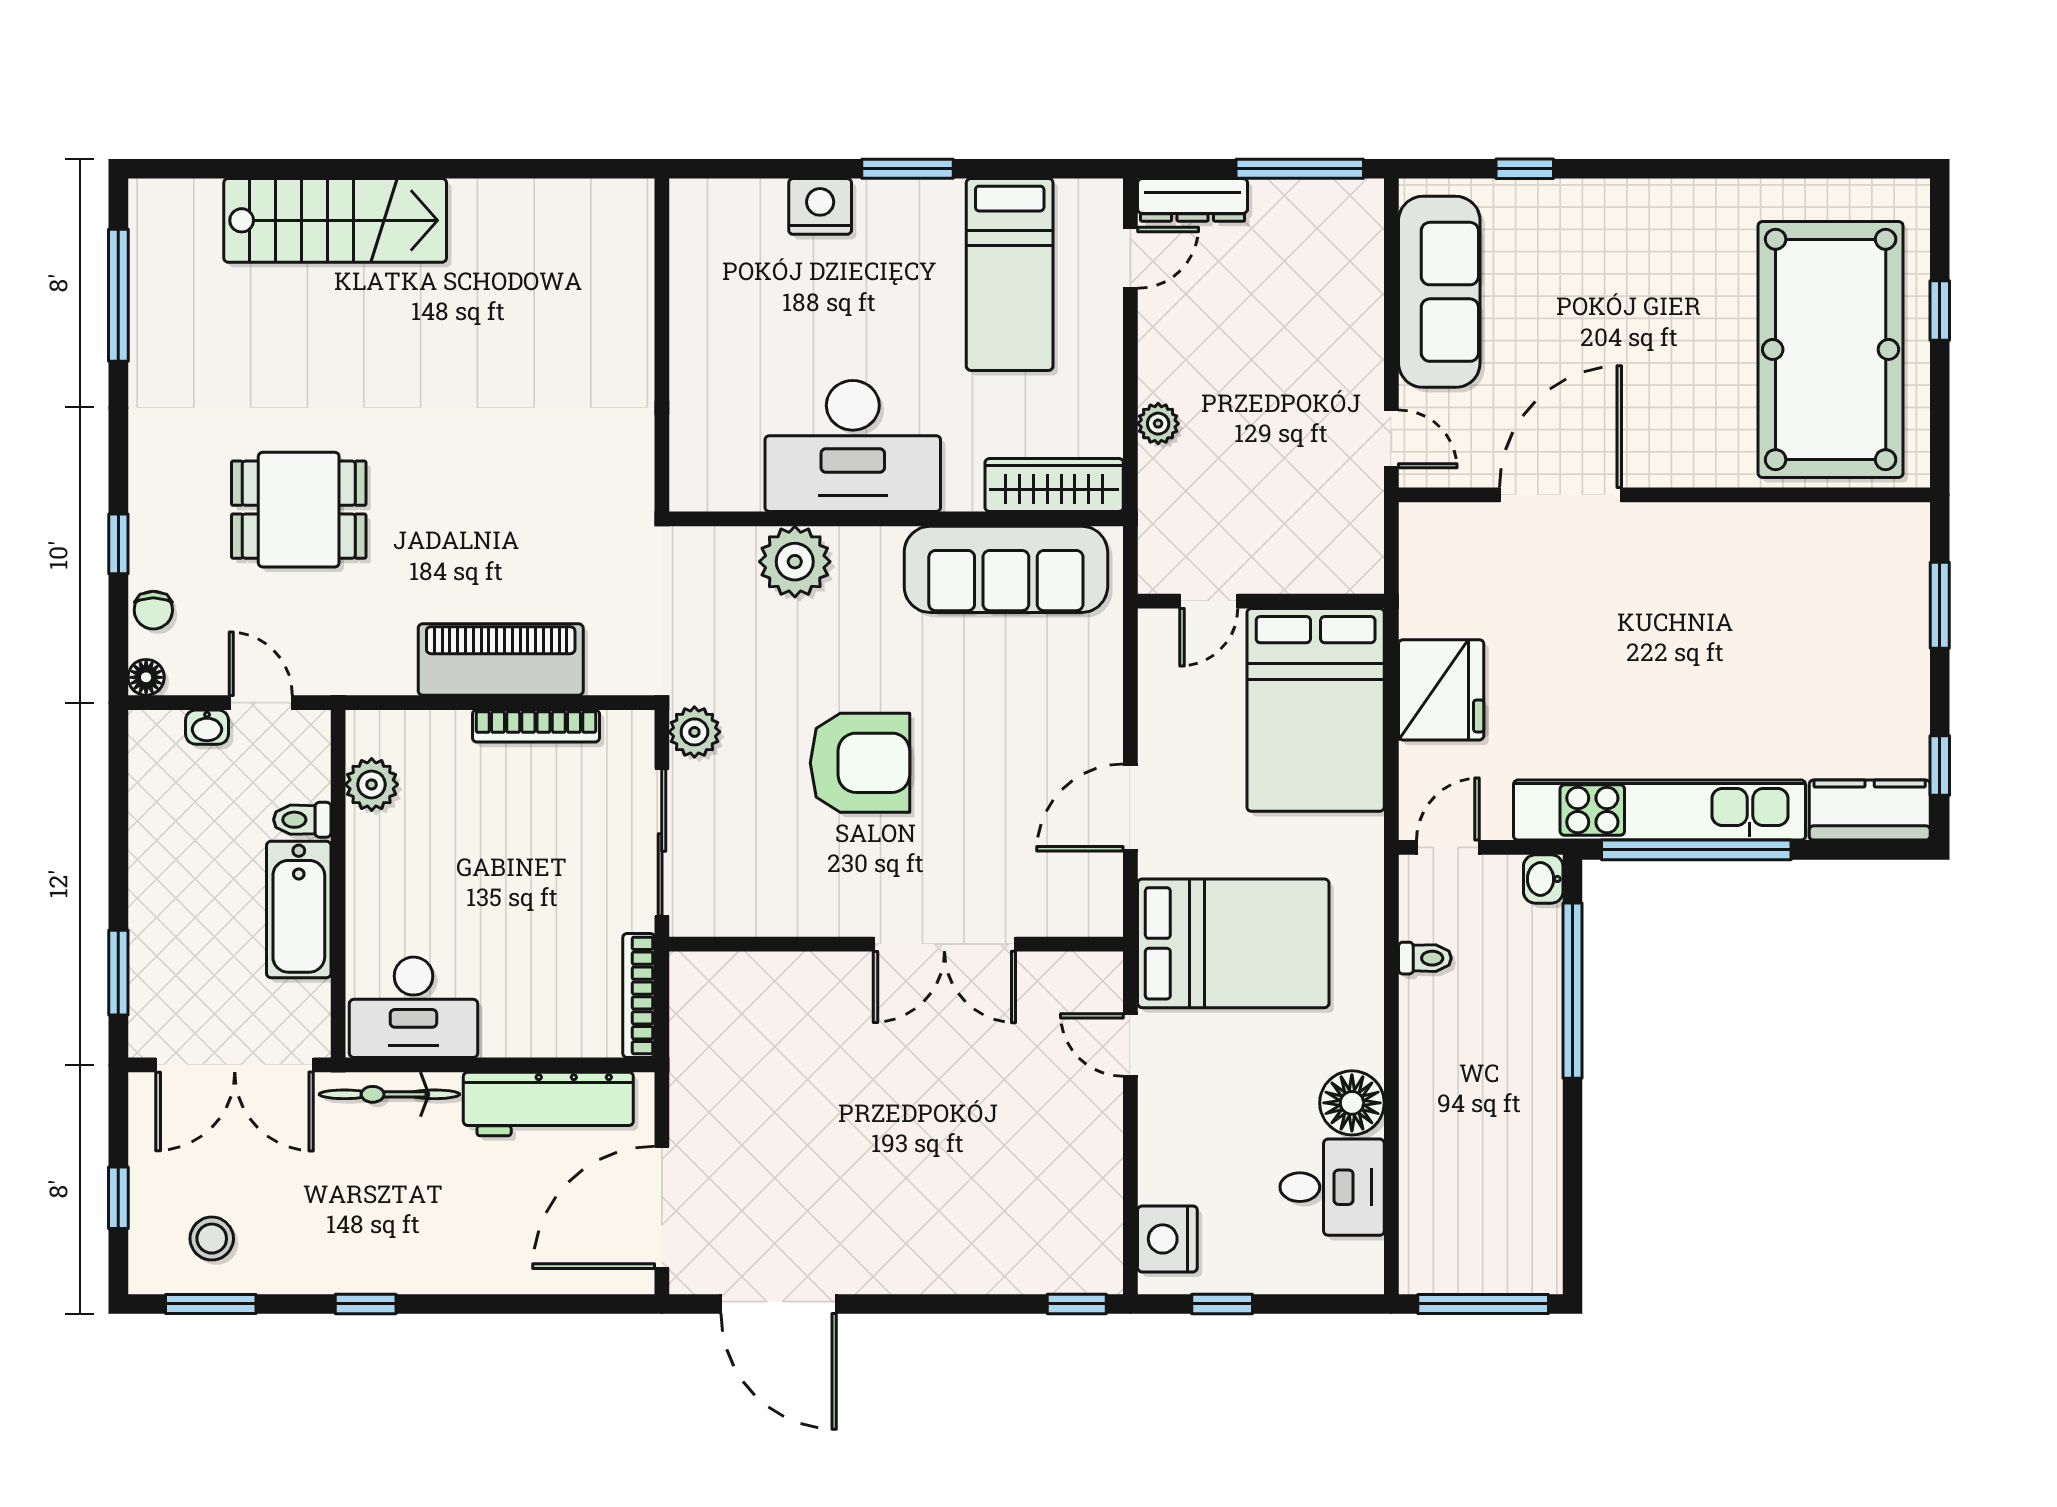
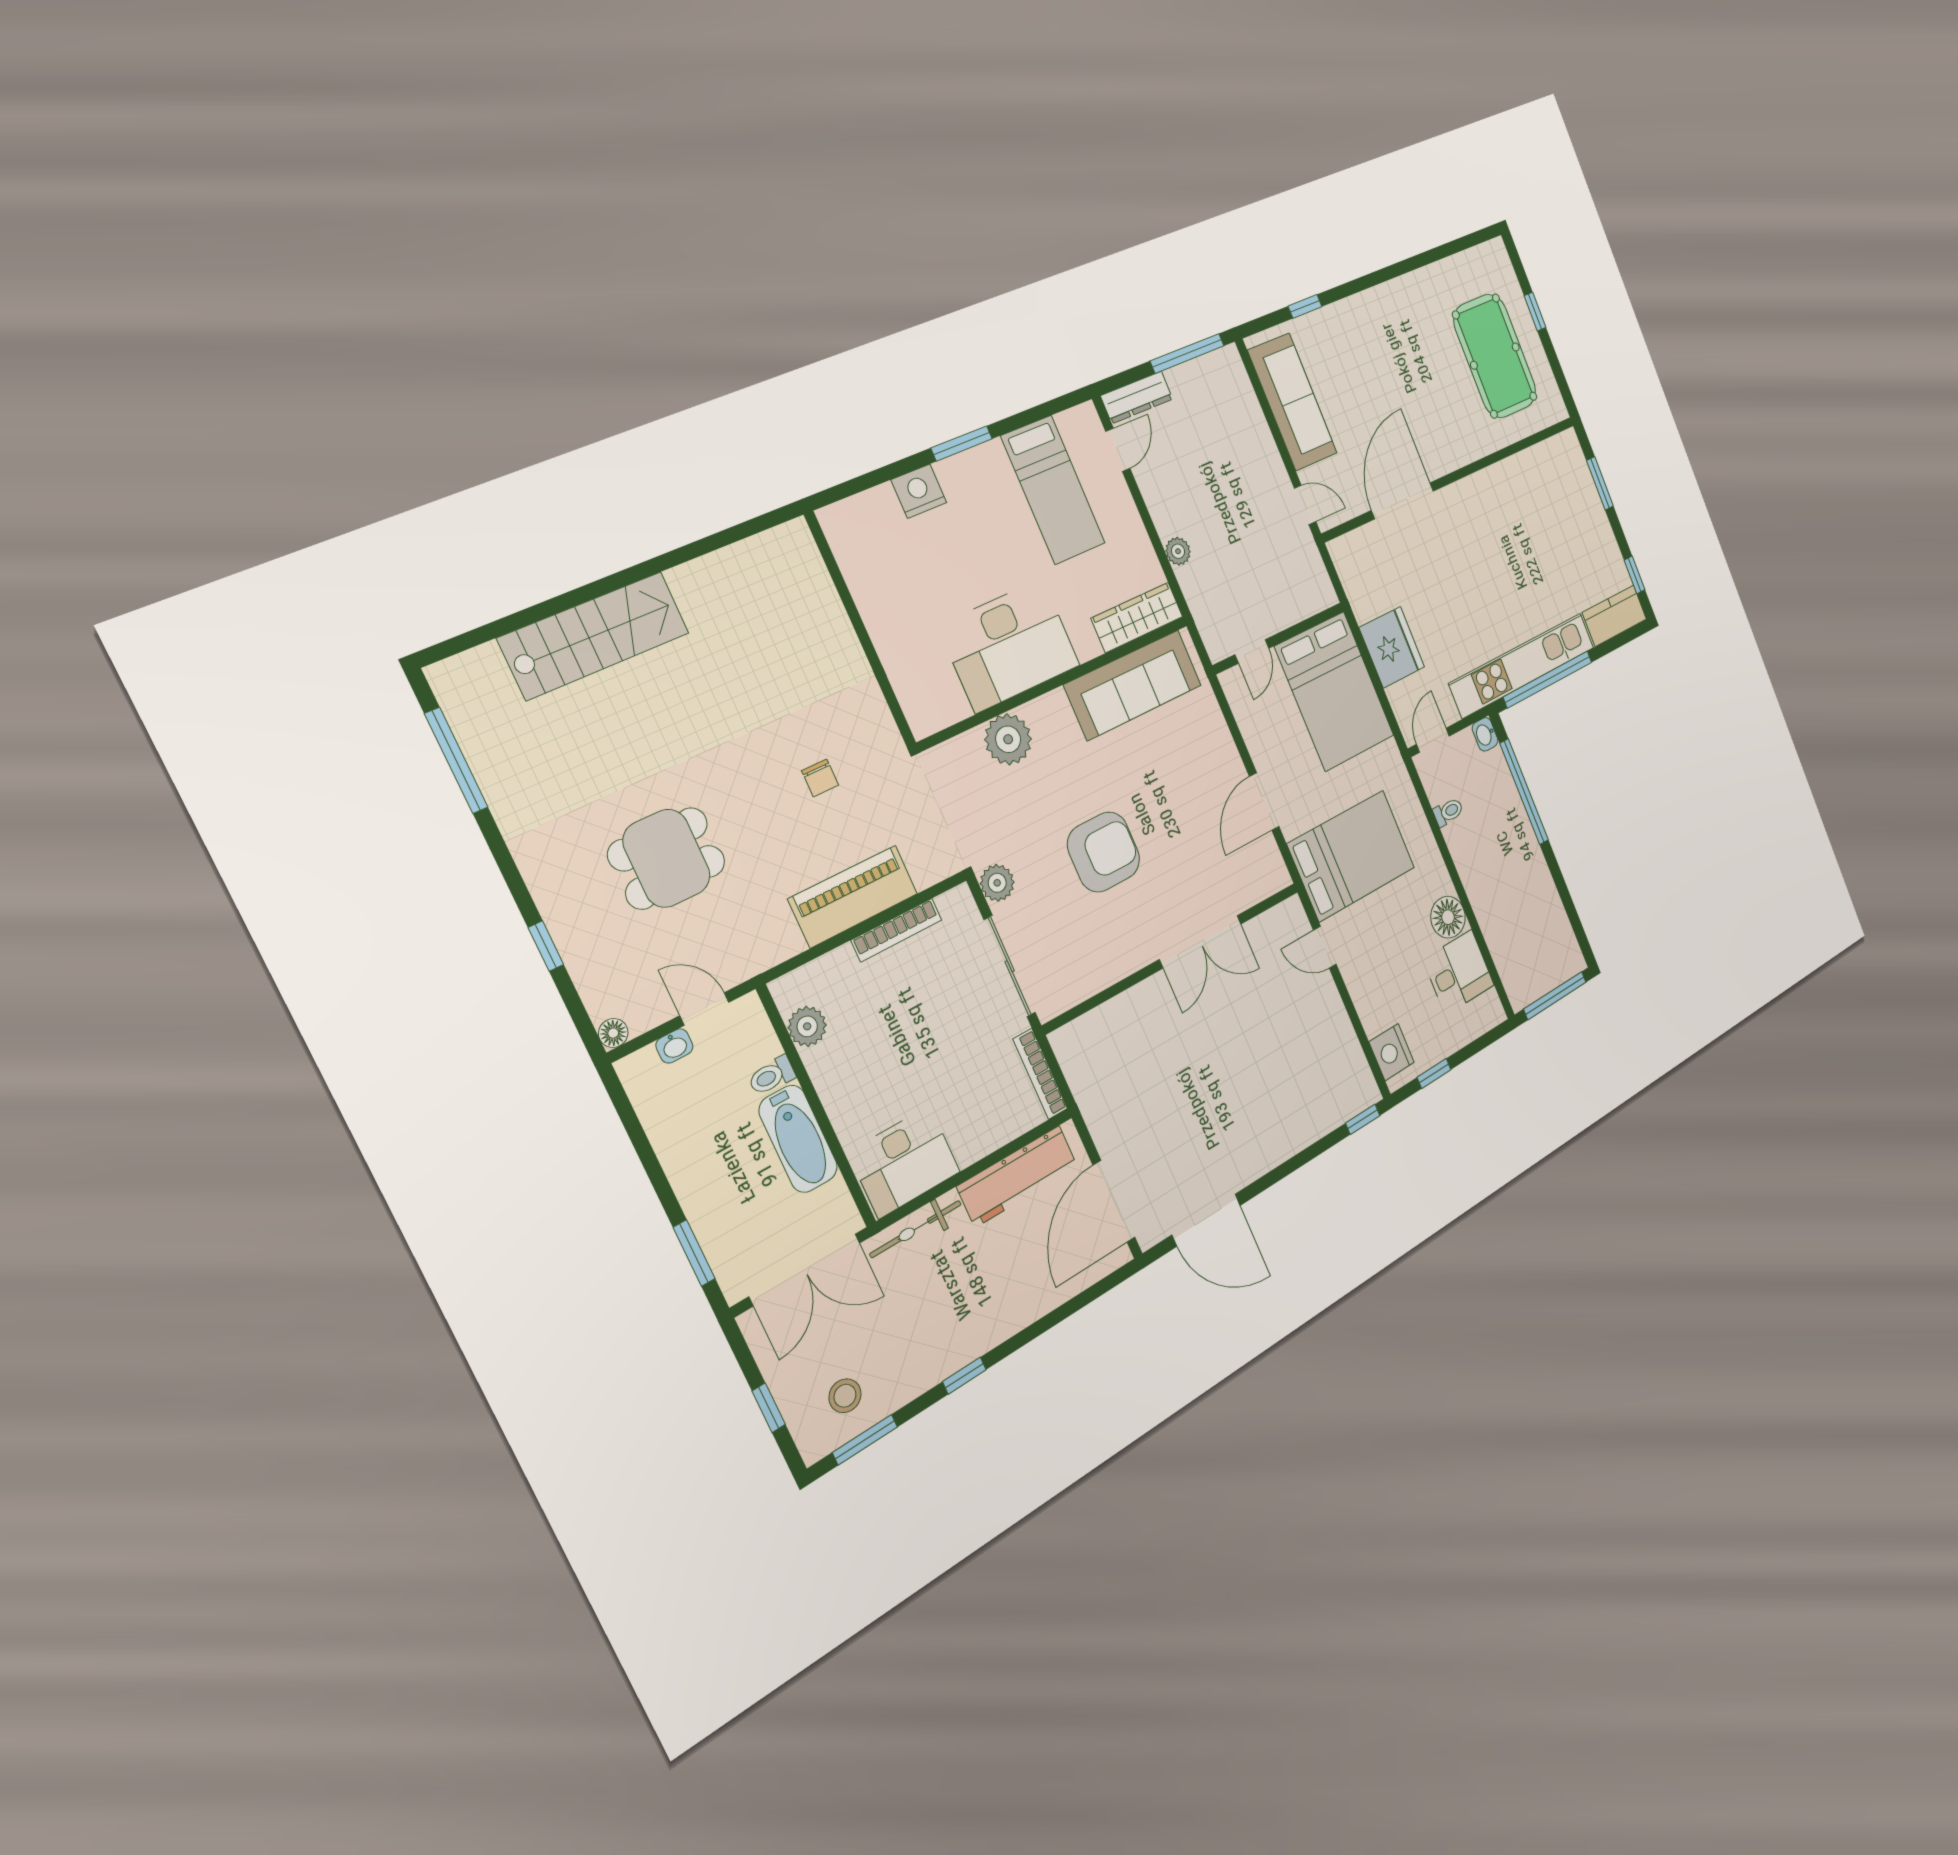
pool table: (1831, 349) -> (1495, 356), width x0.73, depth x0.76
chair: (153, 610) -> (820, 778), moved

